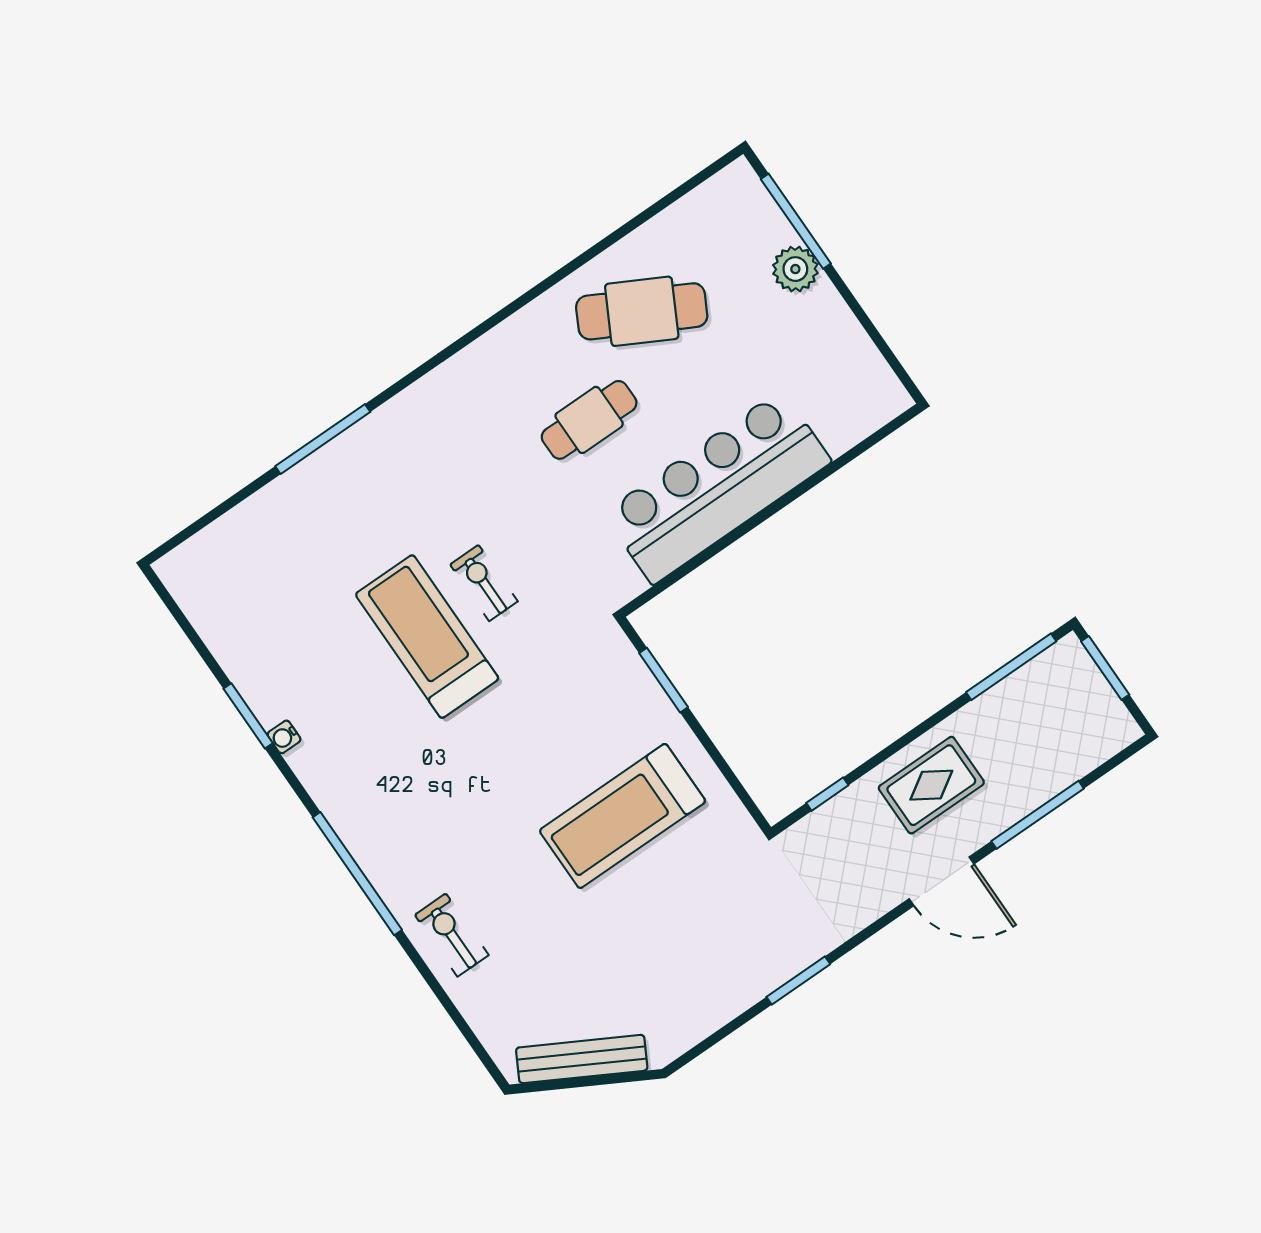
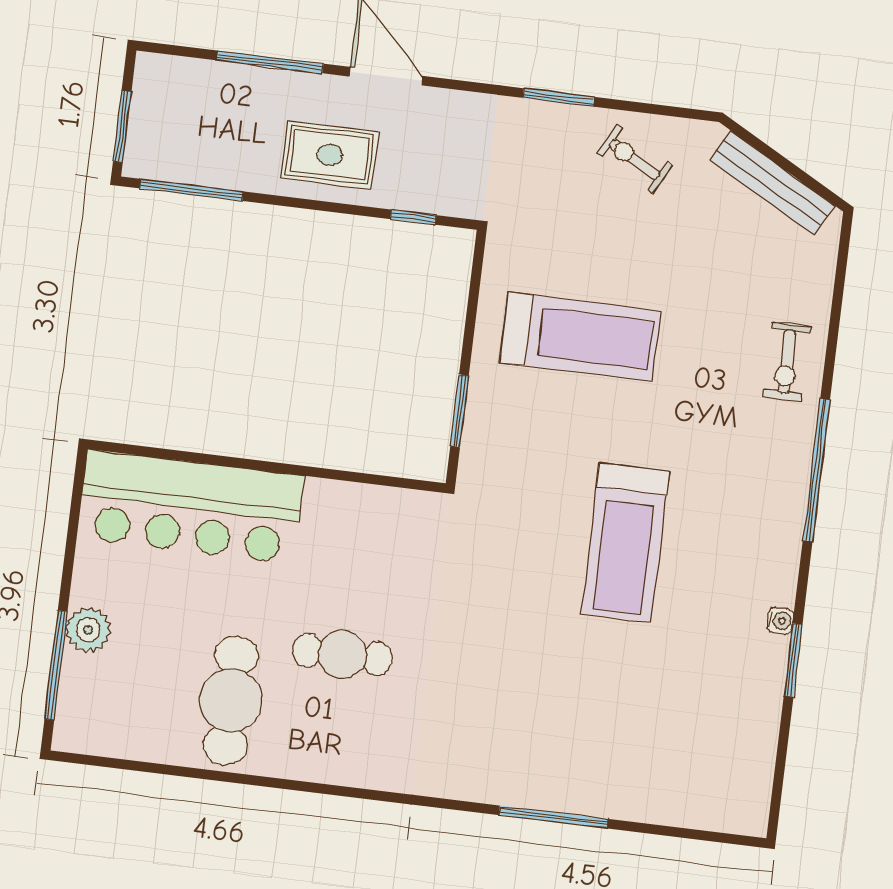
cafe table: (642, 311) -> (231, 700), turned 62
bar counter: (717, 487) -> (191, 507), moved
exercise bike: (484, 583) -> (635, 159), moved, turned 119
treadmill: (427, 636) -> (625, 543), moved

